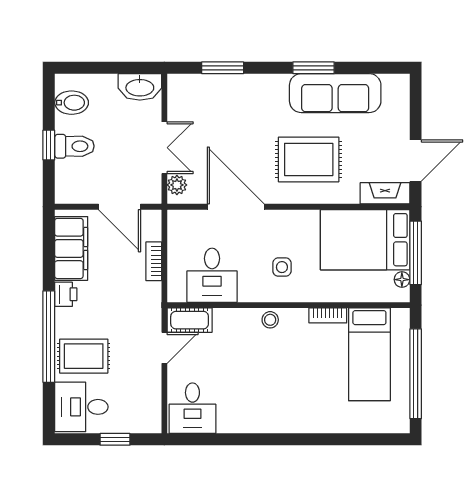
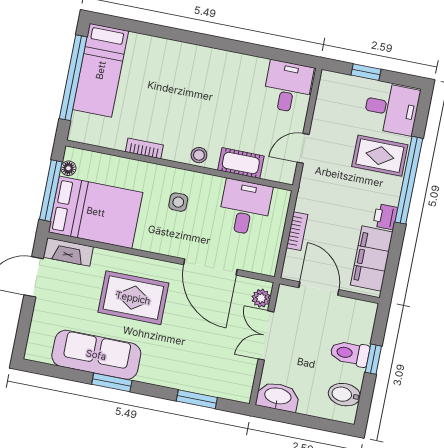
cot: (190, 320) -> (241, 163), moved
bed: (369, 354) -> (101, 70), moved, turned 180

